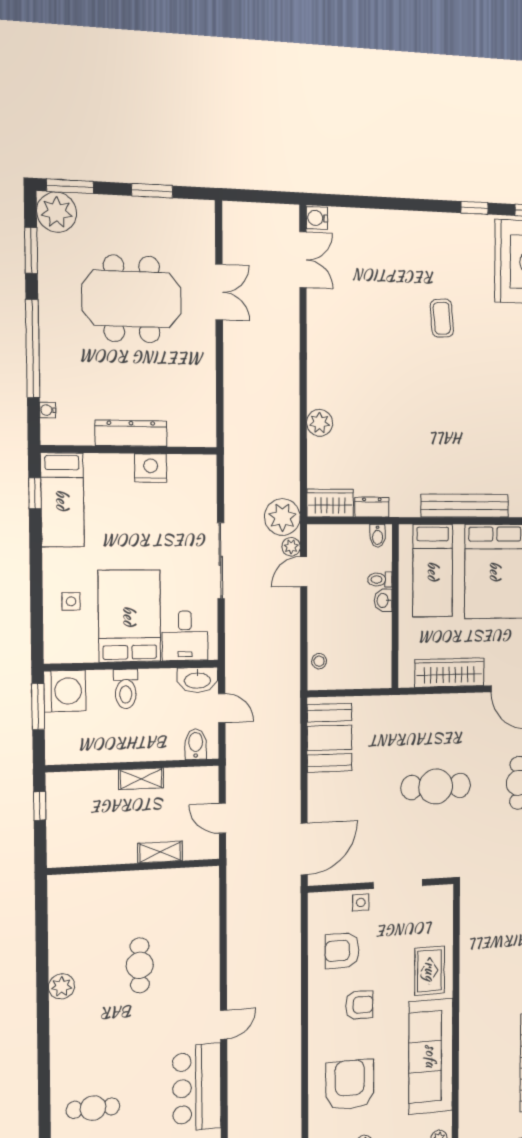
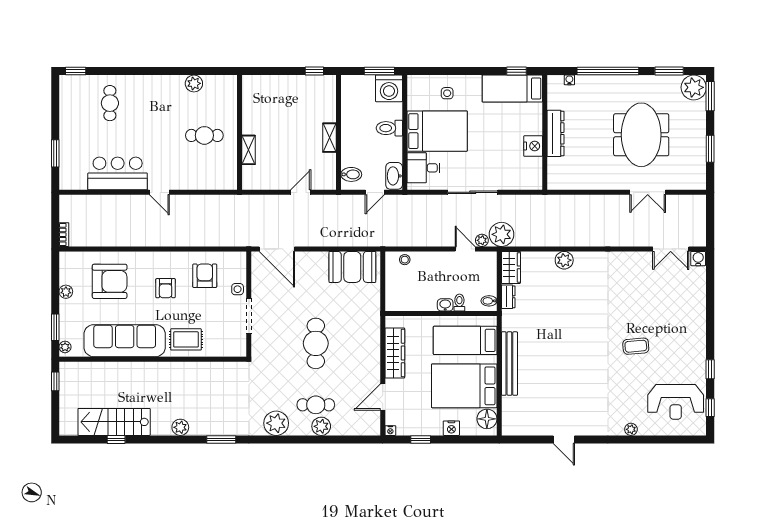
shelving: (160, 852) -> (248, 150), moved
wall: (134, 867) -> (239, 132), moved

